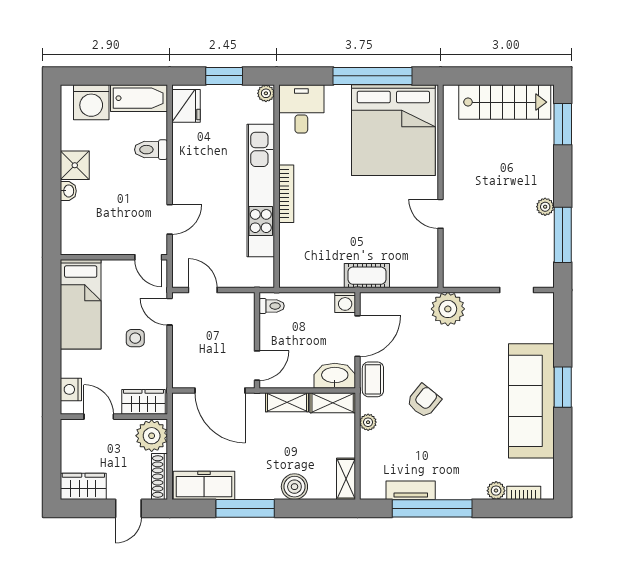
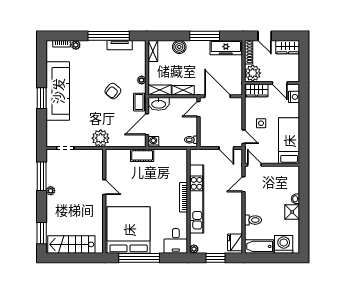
door: (128, 508) -> (265, 36), swing flipped

